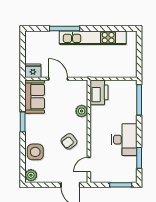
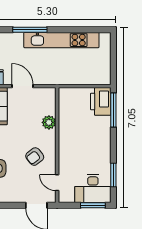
printer: (99, 92) -> (101, 101), moved, turned 180
desk: (124, 140) -> (93, 189), moved, turned 90
door: (89, 165) -> (57, 183), hinge flipped

